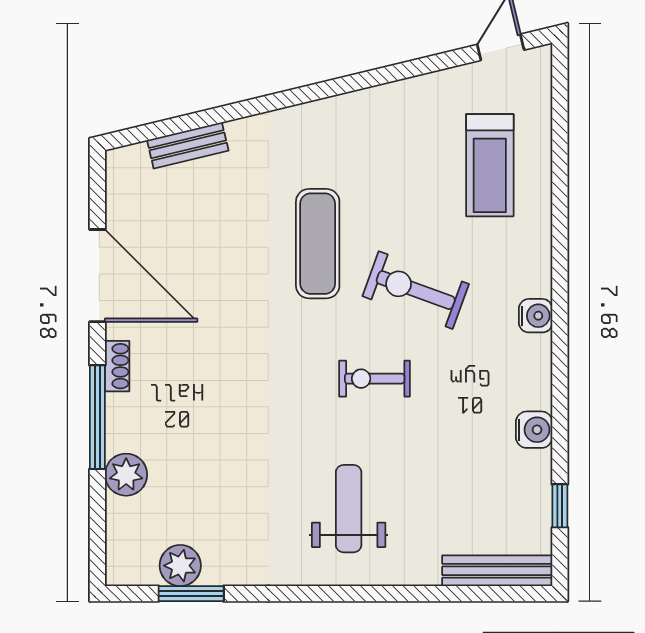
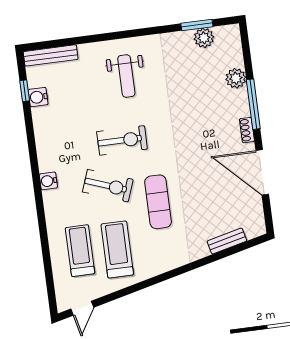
treadmill: (414, 158) -> (117, 249), added
exercise bike: (375, 379) -> (122, 140), width x1.38, depth x1.39
water cooler: (534, 430) -> (38, 97), moved

